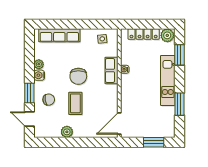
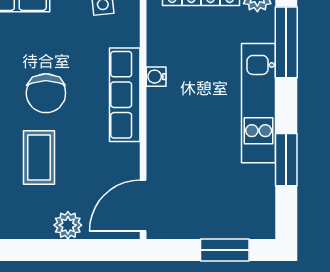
window: (179, 55) -> (286, 42), width x1.44
row of seats: (112, 71) -> (125, 95), width x1.48
plant: (67, 132) -> (68, 225), moved

